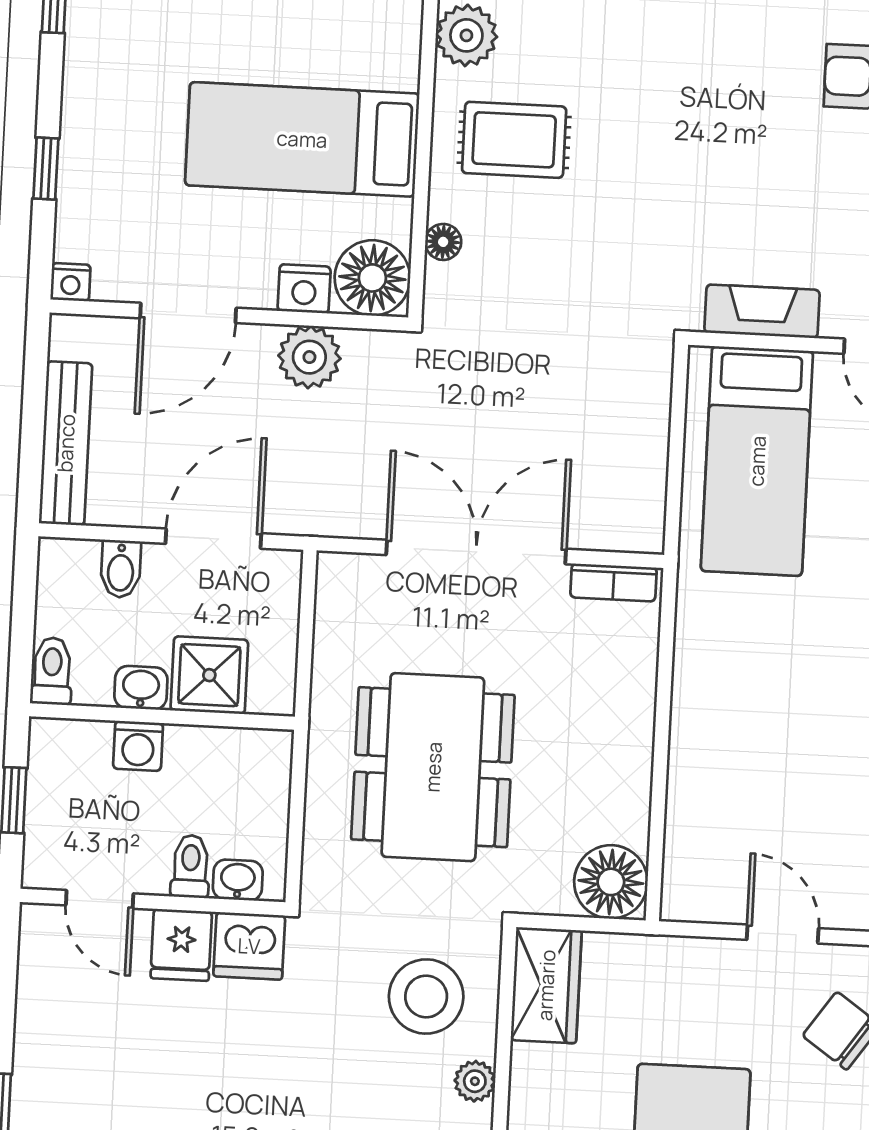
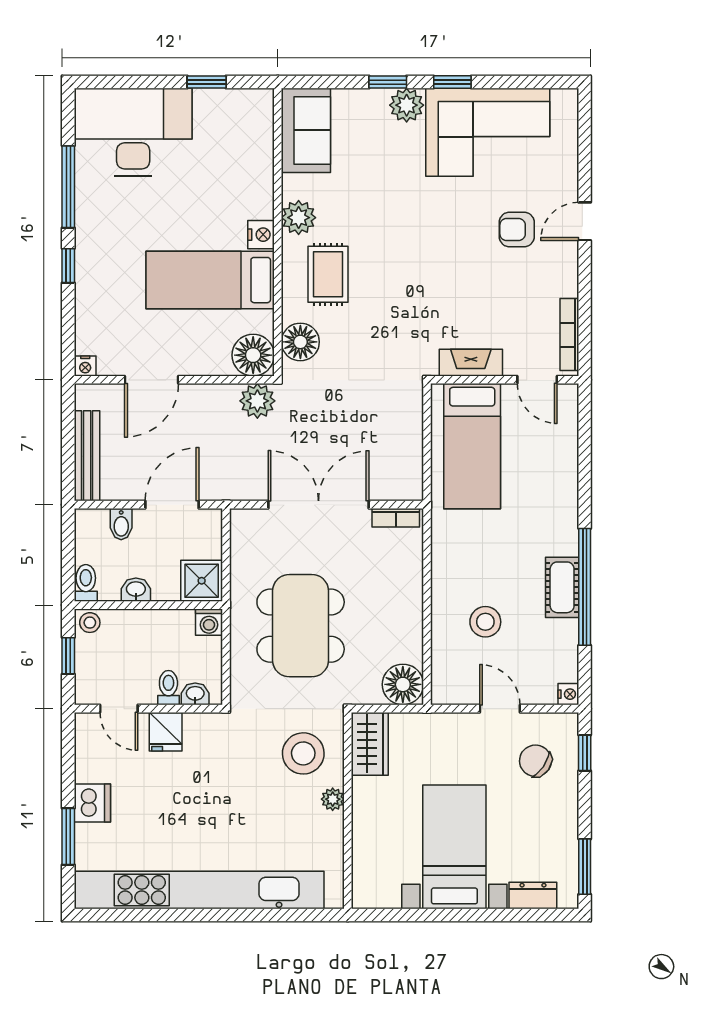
rug: (514, 140) -> (328, 274), turned 90
window: (46, 169) -> (68, 266), moved
floor lamp: (443, 242) -> (300, 342), width x1.89, depth x1.89
nightstand: (304, 289) -> (261, 235), moved, turned -90
plant: (309, 357) -> (257, 401), moved
shower: (209, 675) -> (202, 581), moved
stool: (55, 743) -> (90, 623), added
washing machine: (138, 746) -> (209, 622), moved
stool: (765, 777) -> (485, 622), added
dishwasher: (249, 946) -> (92, 803), moved, turned -90

